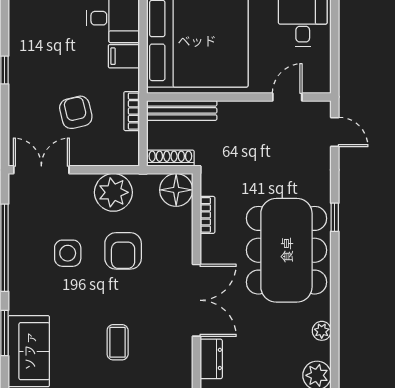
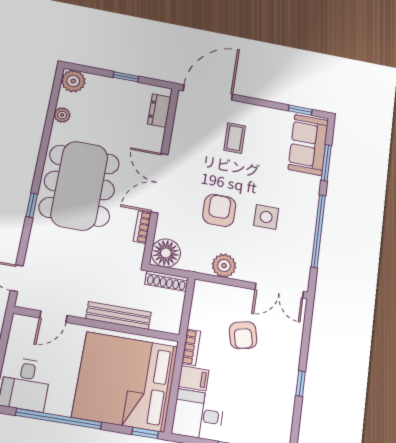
bench: (182, 110) -> (118, 315), moved
bookcase: (132, 111) -> (191, 347), moved
plant: (113, 192) -> (224, 266), width x0.73, depth x0.73
double door: (196, 300) -> (160, 183), moved

